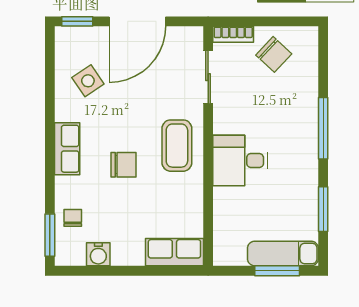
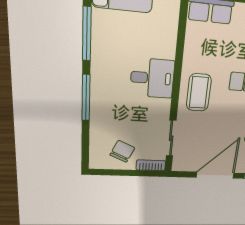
chair: (274, 54) -> (122, 151), turned 72
window: (323, 209) -> (87, 34), width x1.44

